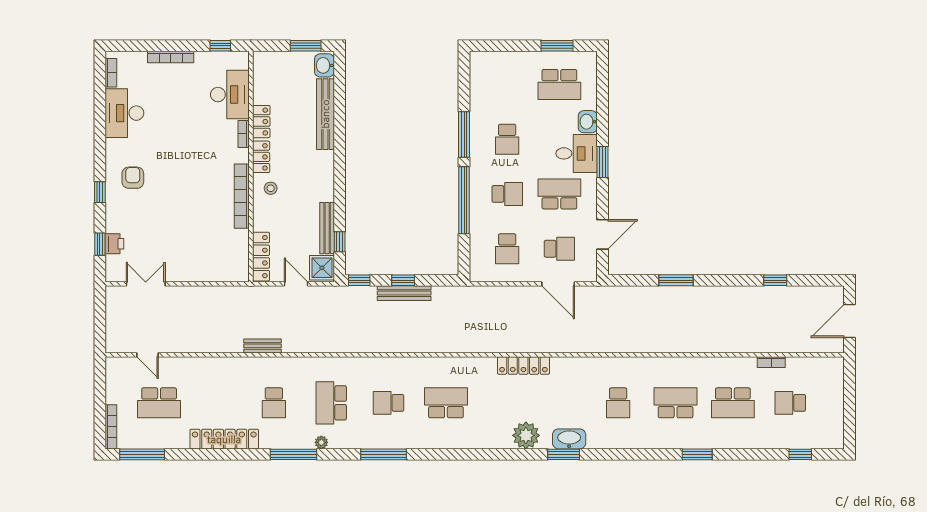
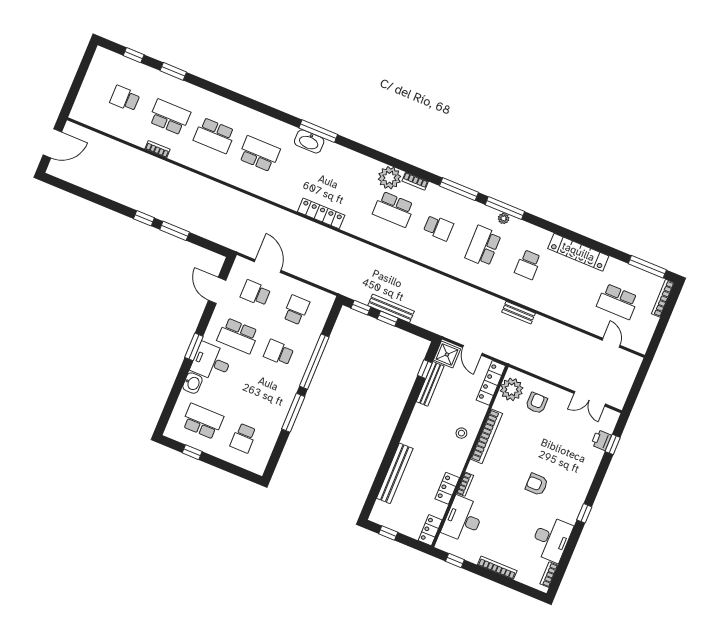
window: (306, 46) -> (388, 533), width x0.67
window: (557, 46) -> (192, 452), width x0.67
washbasin: (324, 65) -> (380, 512), removed
school desk: (507, 139) -> (243, 438), moved, turned 180
locker: (261, 157) -> (430, 530), moved
armchair: (133, 178) -> (537, 484), moved, turned 90
window: (100, 192) -> (584, 513), moved
door: (603, 234) -> (217, 290), hinge flipped
armchair: (202, 255) -> (537, 403), added
plant: (235, 259) -> (512, 389), added
window: (359, 280) -> (361, 308), moved
window: (775, 280) -> (144, 218), moved
bookcase: (771, 362) -> (158, 149), moved
school desk: (159, 403) -> (618, 302), turned 180
school desk: (274, 403) -> (528, 265), turned 180
school desk: (331, 403) -> (483, 246), turned 180
school desk: (618, 403) -> (259, 154), width x1.85
school desk: (790, 403) -> (125, 98), turned 180
plant: (526, 435) -> (389, 178), moved
bookcase: (435, 443) -> (415, 181), added
window: (293, 454) -> (505, 208), moved
window: (564, 454) -> (318, 131), width x1.44
window: (697, 454) -> (173, 71), moved

